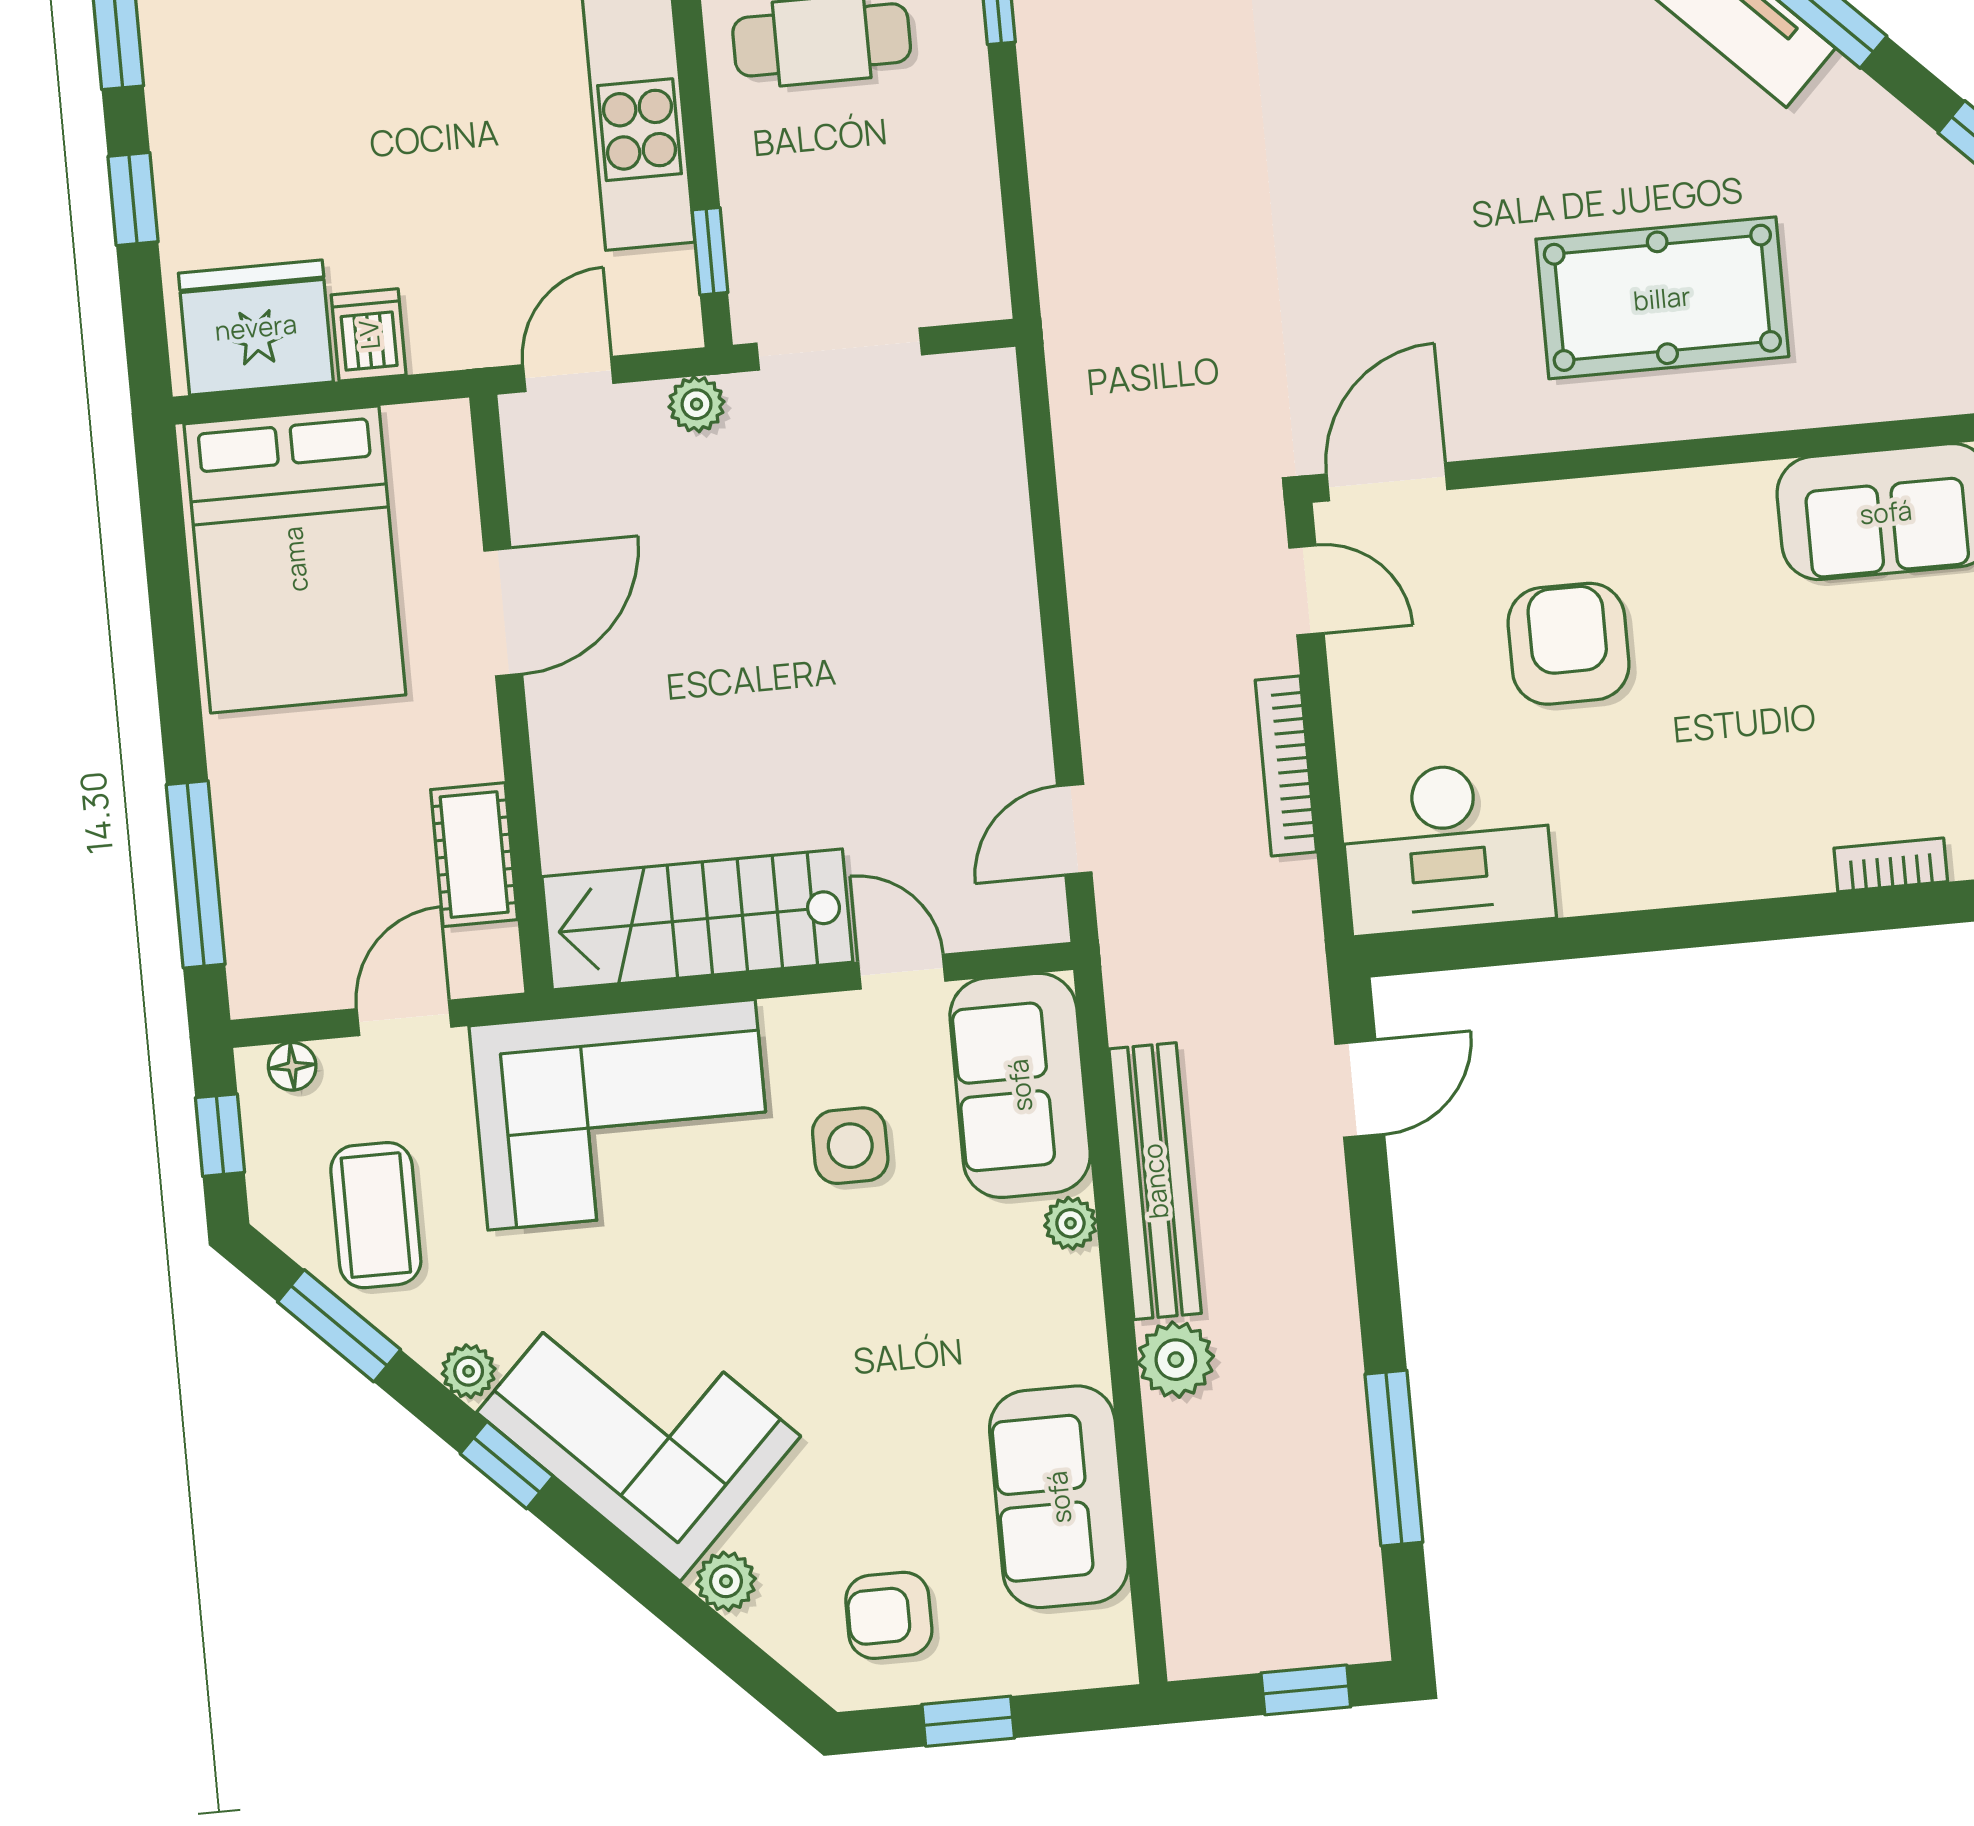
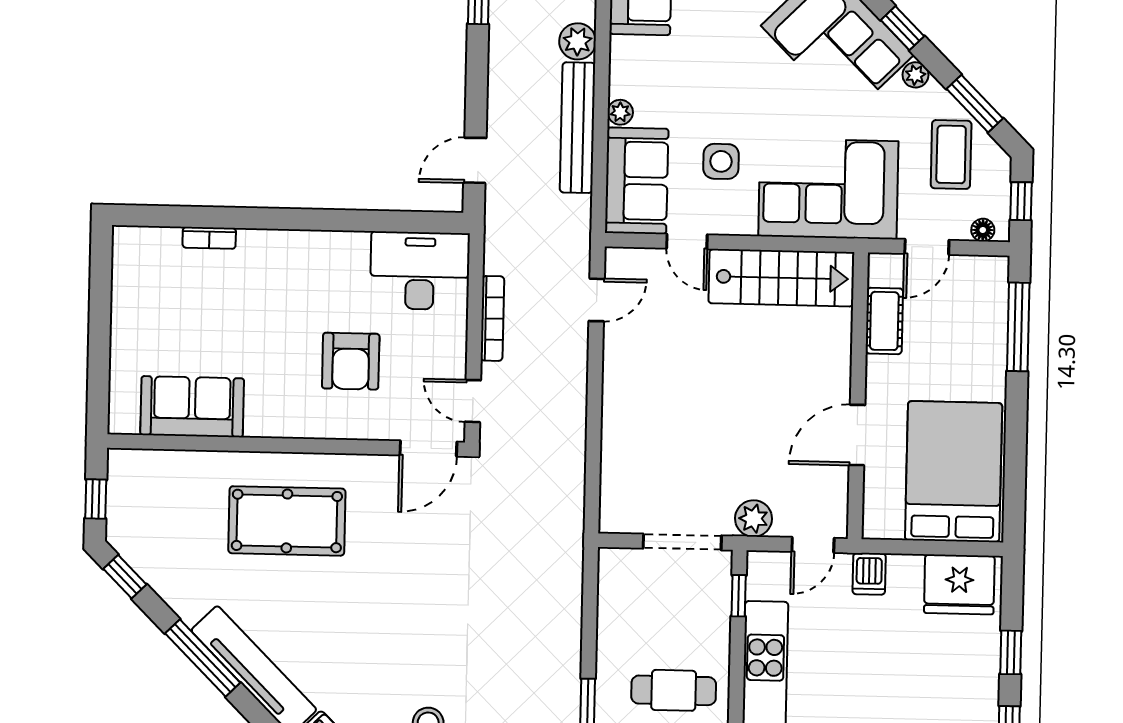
dishwasher: (369, 335) -> (869, 574), moved
plant: (697, 404) -> (754, 518), width x1.38, depth x1.38

